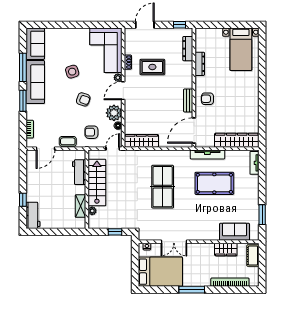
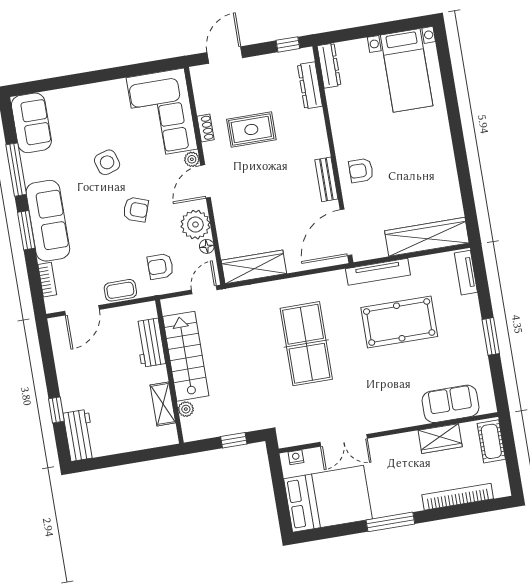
dresser: (200, 64) -> (329, 66), moved
sofa: (35, 82) -> (48, 221), moved
window: (262, 215) -> (491, 336), moved

